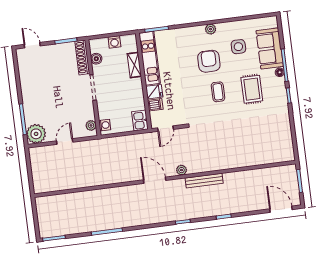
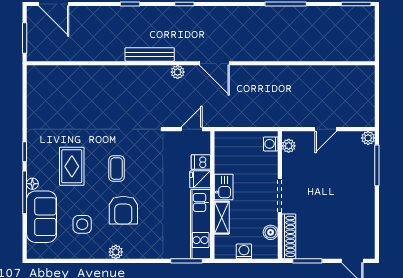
kitchen sink: (140, 120) -> (224, 187), moved
plant: (36, 134) -> (368, 138), width x0.53, depth x0.53

